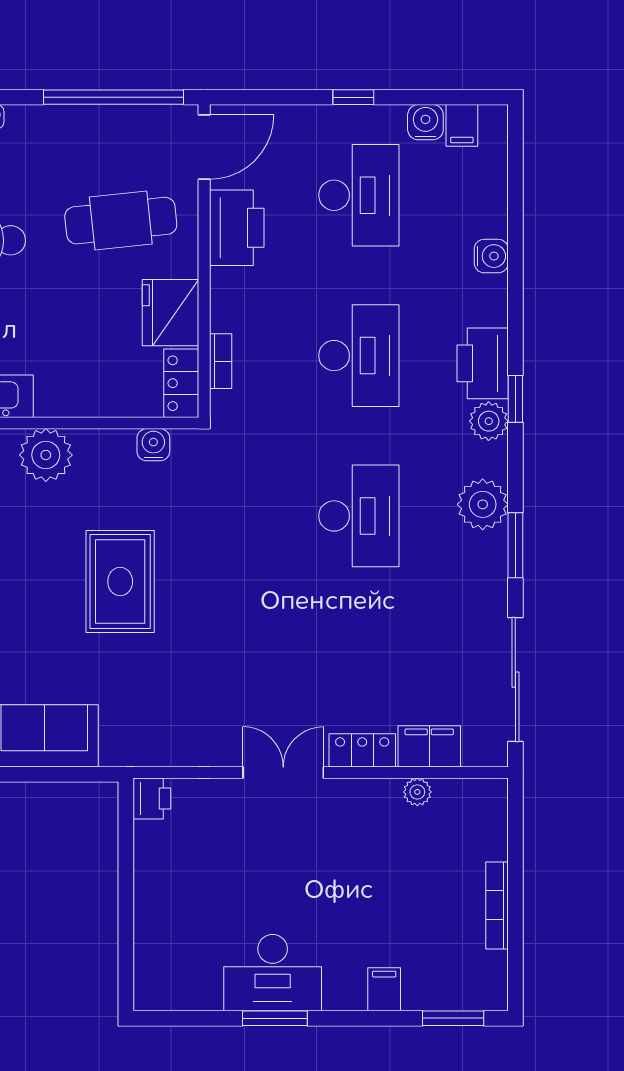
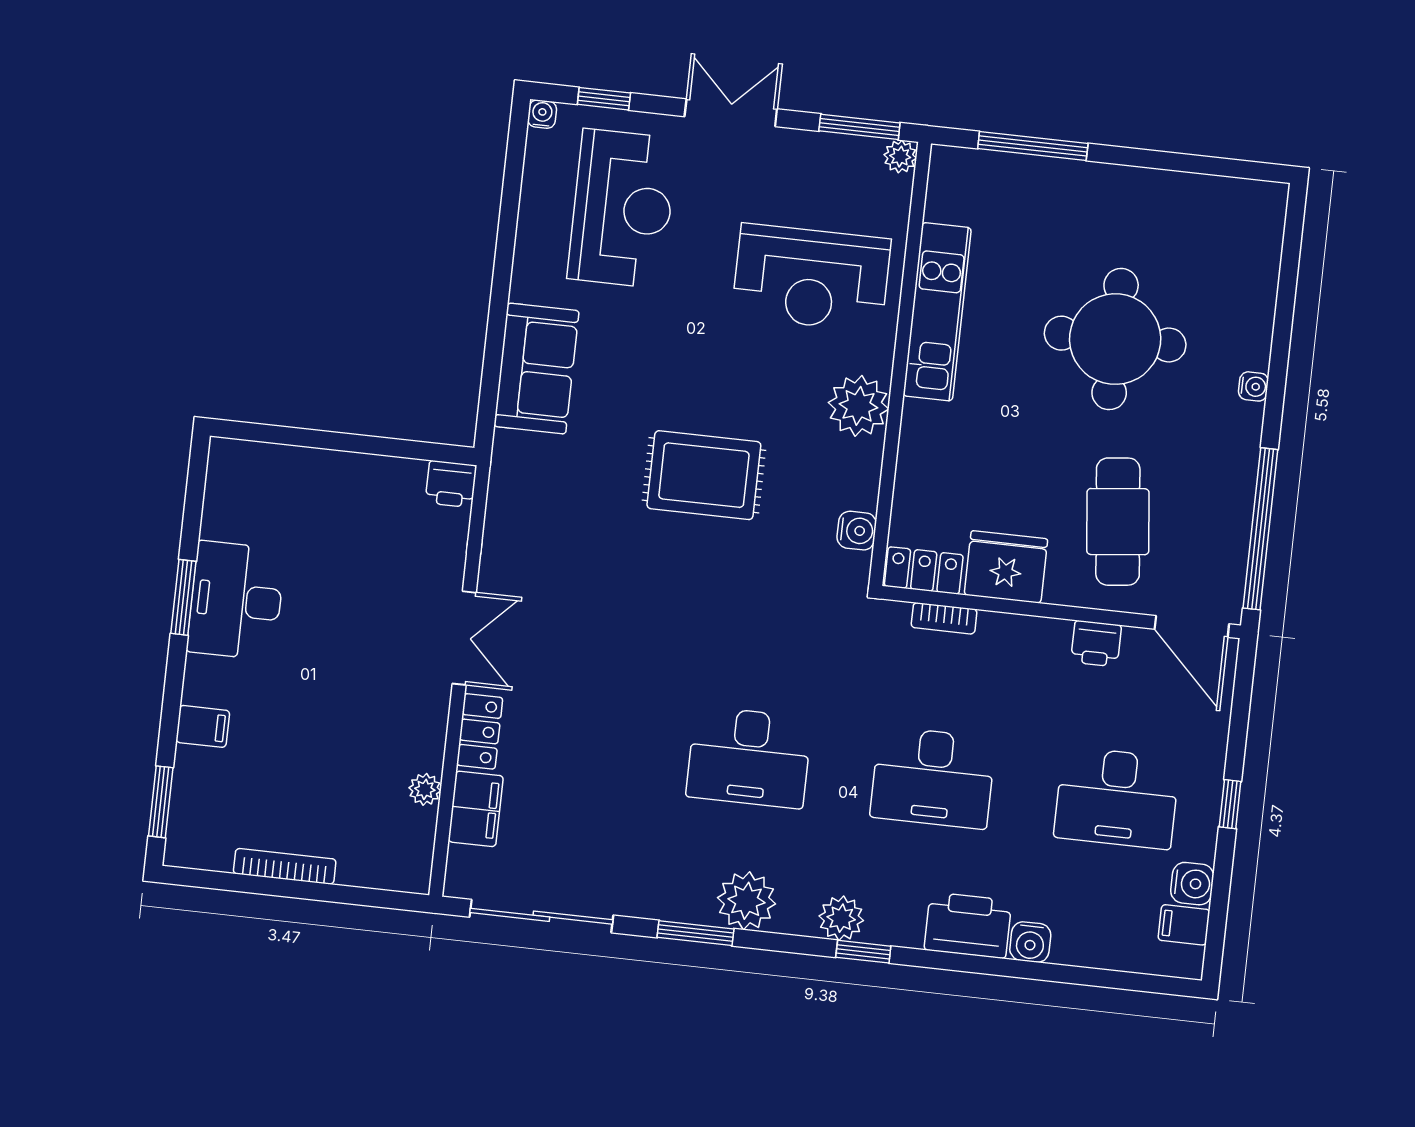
printer: (237, 228) -> (1096, 644), width x0.53, depth x0.68
printer: (483, 363) -> (968, 925), moved

